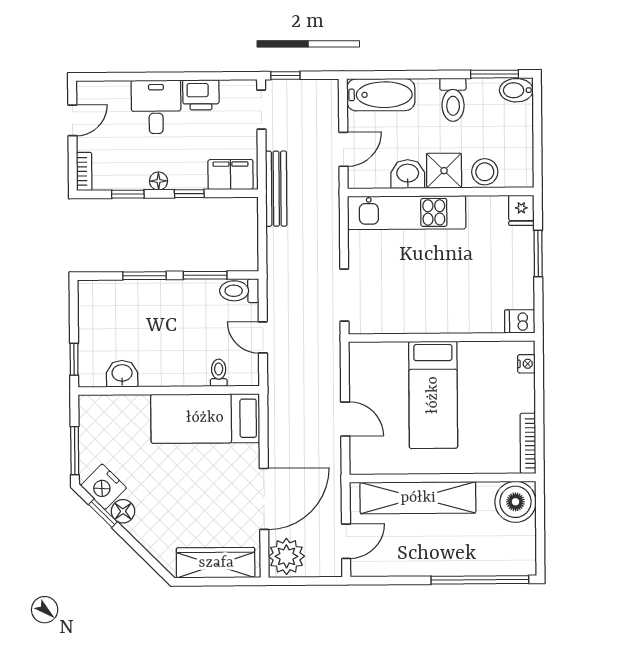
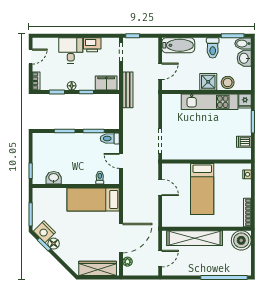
washbasin: (408, 174) -> (244, 58), moved, turned -90
kitchen unit: (407, 213) -> (210, 102), moved
dishwasher: (520, 321) -> (244, 142), moved
door: (345, 419) -> (160, 187), moved
plant: (286, 556) -> (127, 262), width x0.53, depth x0.53

